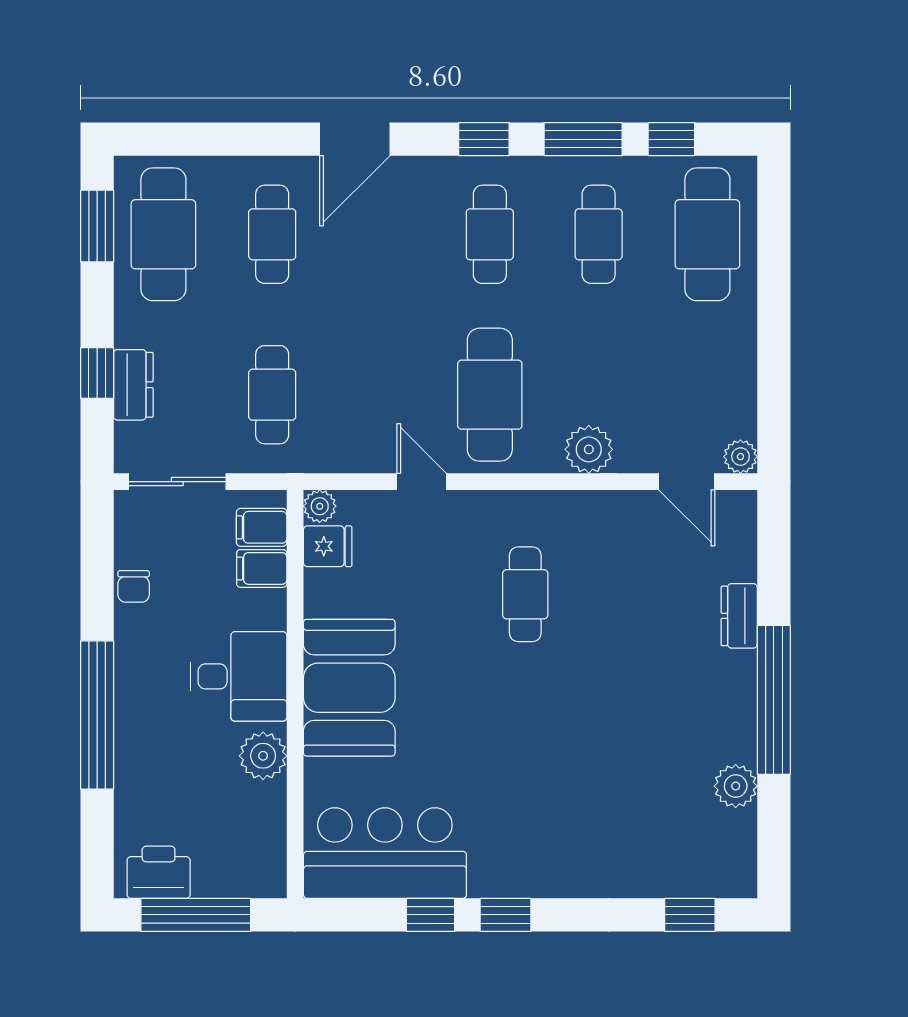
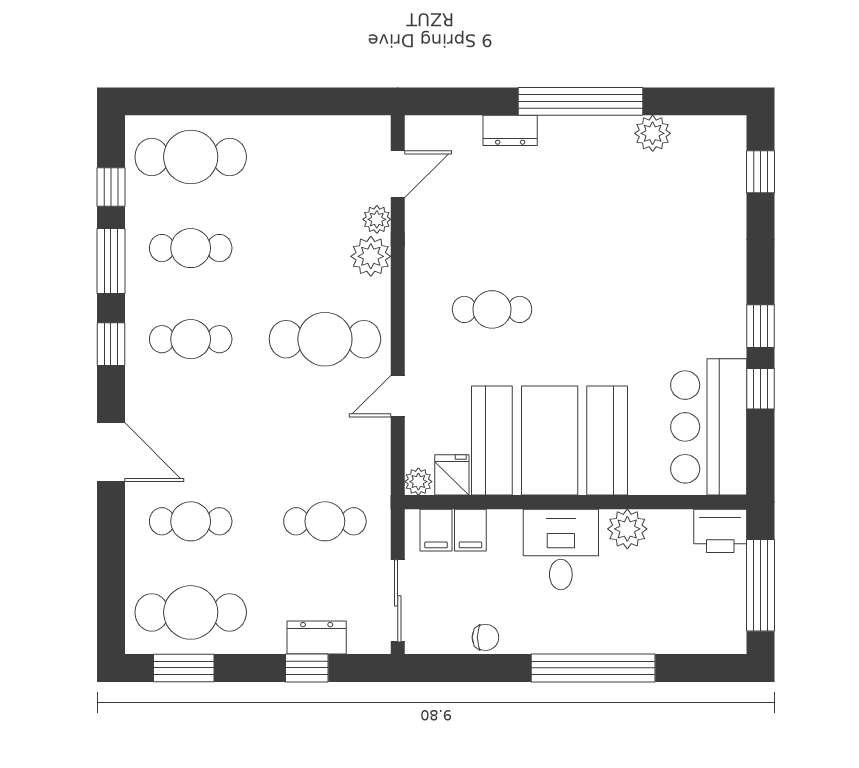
plant: (740, 457) -> (377, 219), moved
booth: (349, 688) -> (550, 441), width x1.36, depth x1.42
printer: (159, 872) -> (720, 531), moved, turned -90

